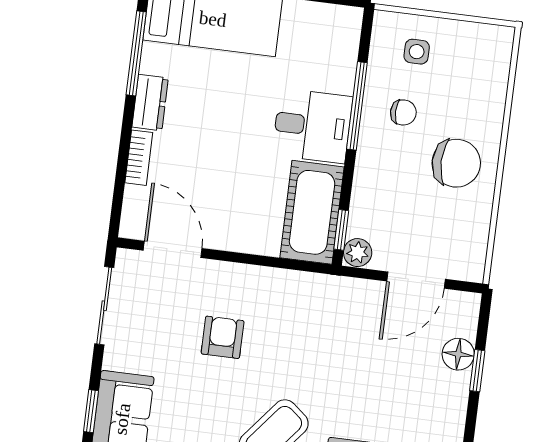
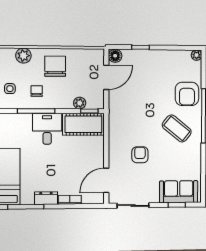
plant: (490, 93) -> (23, 56), added
plant: (358, 253) -> (80, 103), moved
door: (416, 280) -> (106, 77), hinge flipped
armchair: (223, 337) -> (140, 155), turned 90
floor lamp: (458, 354) -> (115, 56), moved

